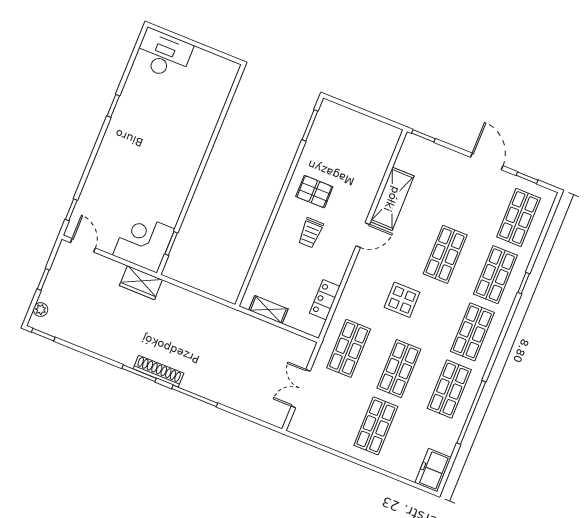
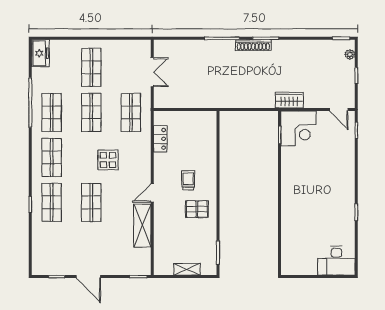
shop shelf: (519, 217) -> (52, 247), removed
shelving: (268, 310) -> (187, 269), moved

